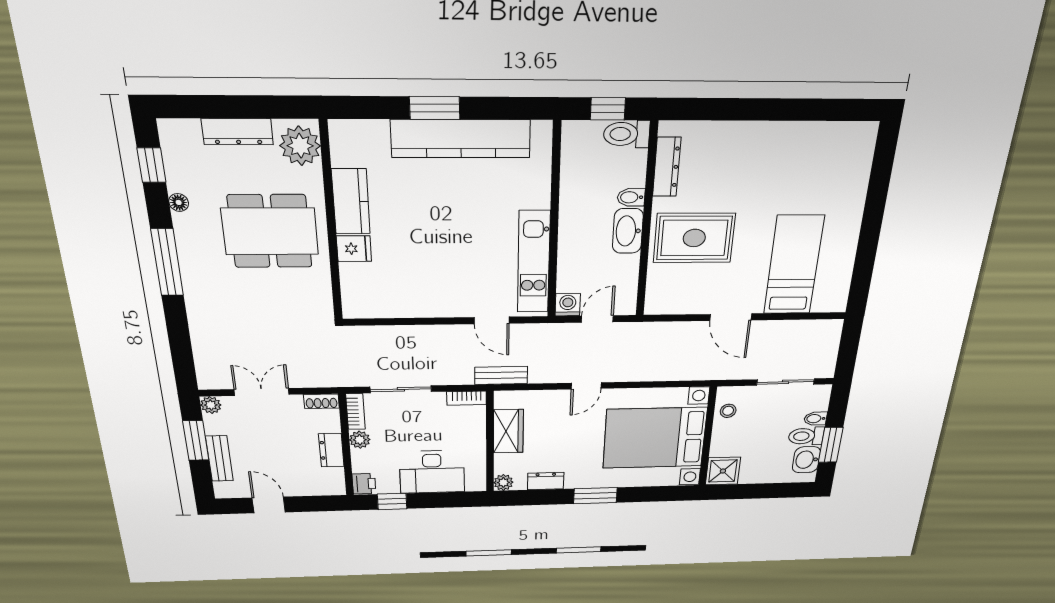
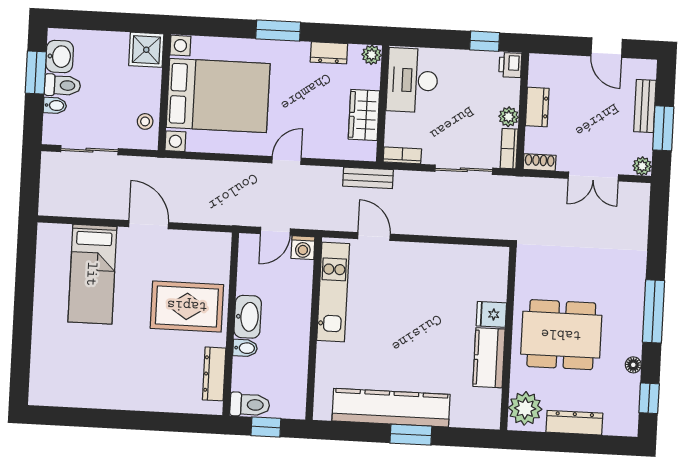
desk: (432, 472) -> (412, 80), moved, turned -90

